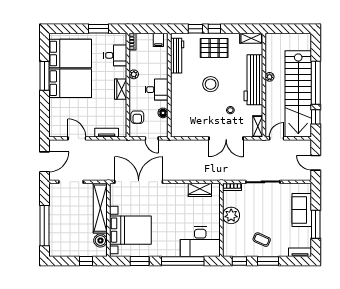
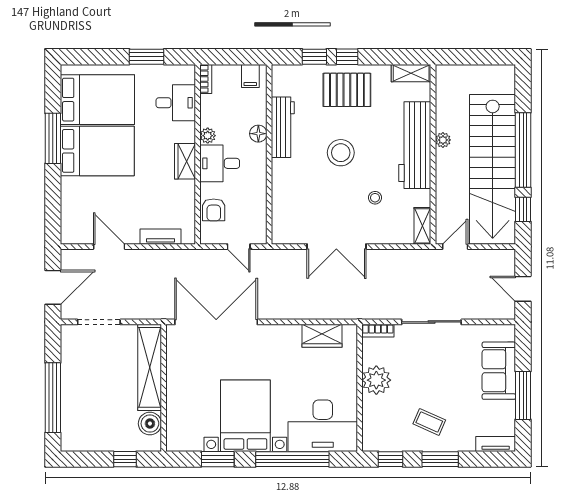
workbench: (177, 56) -> (283, 127), moved
desk: (156, 90) -> (220, 163), moved, turned 180
floor lamp: (163, 113) -> (258, 134), moved
double door: (226, 138) -> (336, 247), moved
bed with nightstands: (130, 230) -> (245, 416), moved, turned -90

